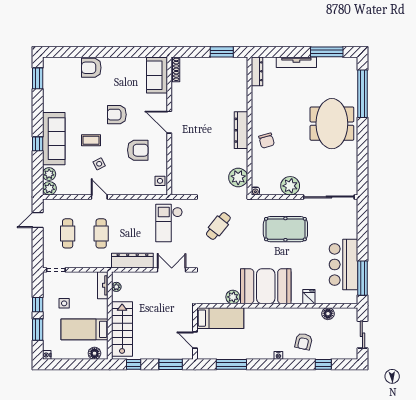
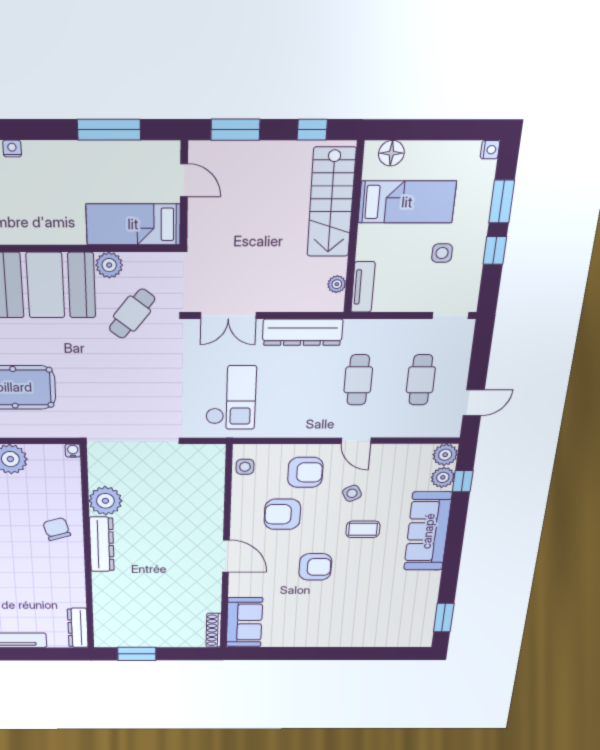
armchair: (91, 68) -> (305, 472), moved
window: (38, 144) -> (463, 481), moved
plant: (238, 177) -> (105, 501), moved
cafe table: (218, 226) -> (132, 314), moved

